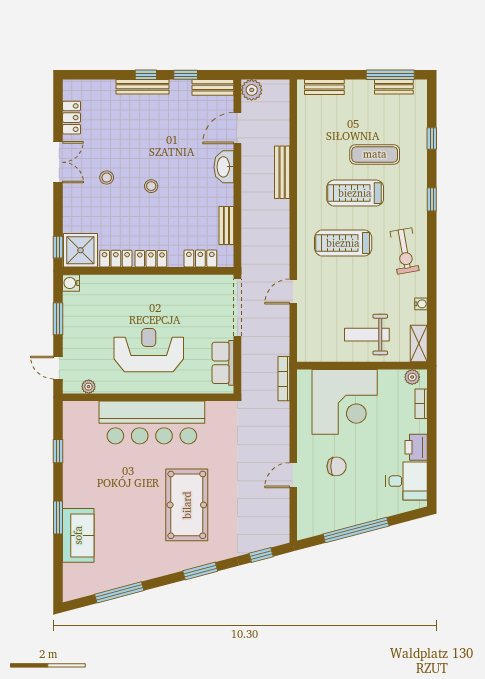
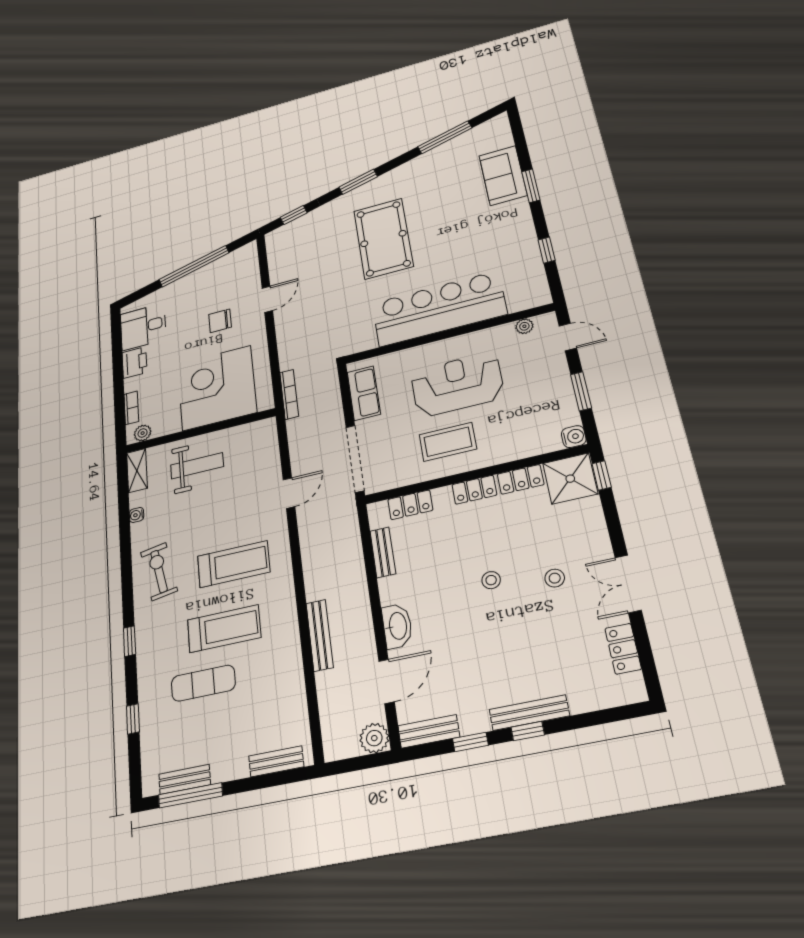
coffee table: (164, 303) -> (448, 442), added
reception desk: (149, 350) -> (457, 384), turned 180

